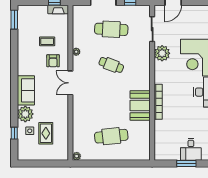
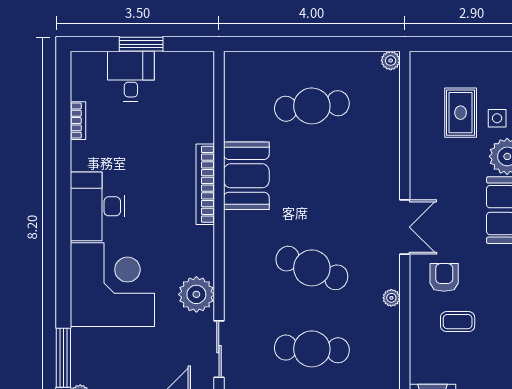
cafe table: (111, 65) -> (312, 268), width x1.37, depth x1.35

